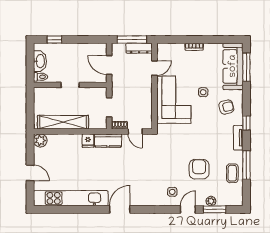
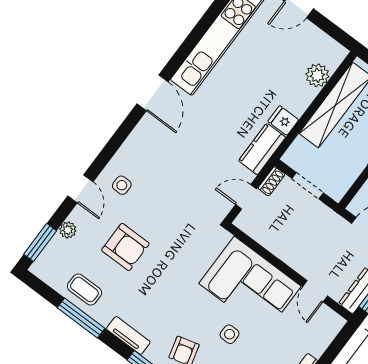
plant: (40, 140) -> (317, 75), moved
window: (215, 209) -> (40, 242), moved

